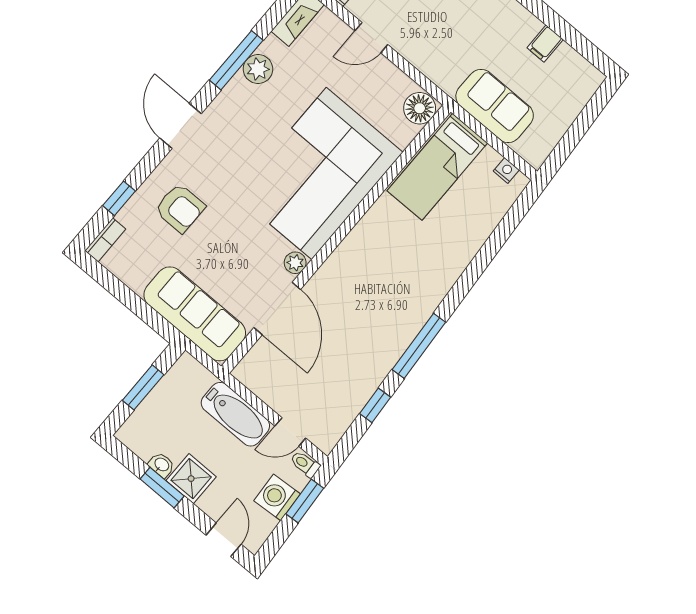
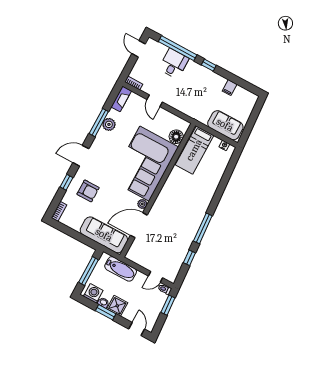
door: (371, 38) -> (155, 101), hinge flipped
sofa: (495, 106) -> (225, 125), moved
floor lamp: (420, 108) -> (176, 137), moved
door: (181, 126) -> (81, 156), hinge flipped
window: (119, 198) -> (67, 182), moved
door: (277, 309) -> (139, 225), swing flipped
window: (143, 387) -> (89, 271), width x1.44
bathtub: (235, 414) -> (121, 269), moved
washing machine: (277, 497) -> (93, 293), moved, turned 94

